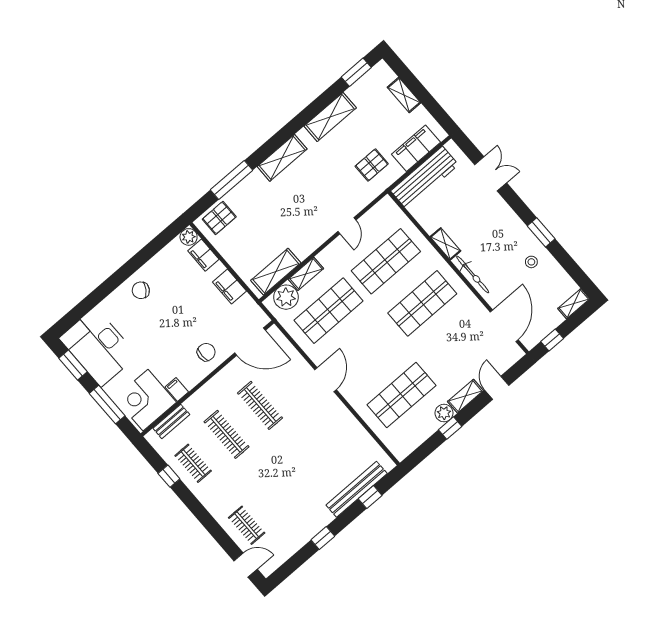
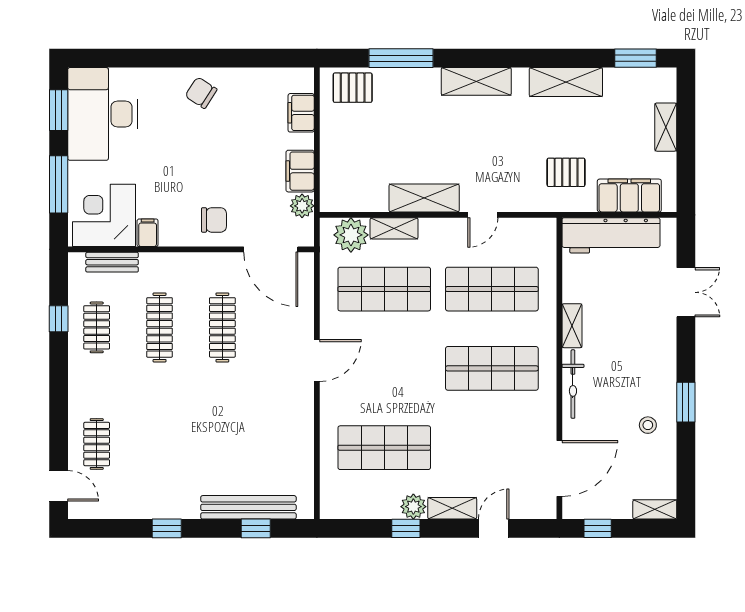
plant: (189, 237) -> (302, 206), moved
shelving: (276, 272) -> (424, 198), moved

